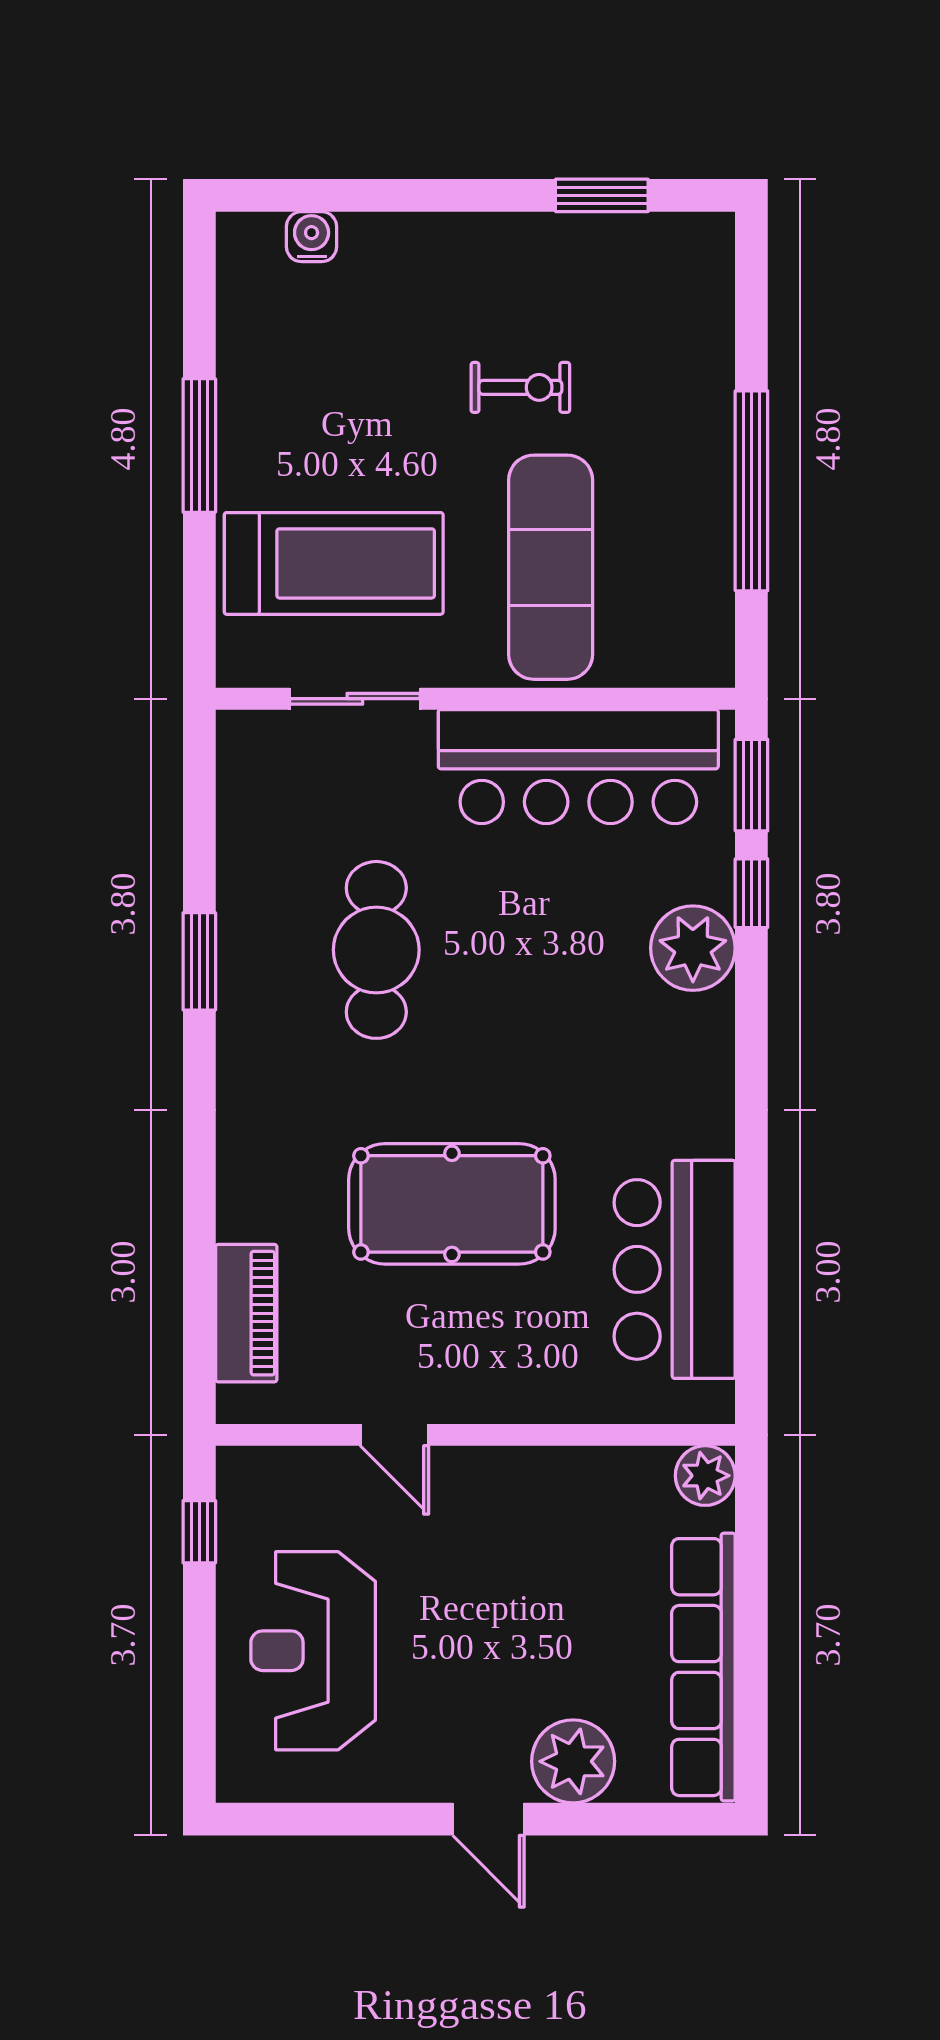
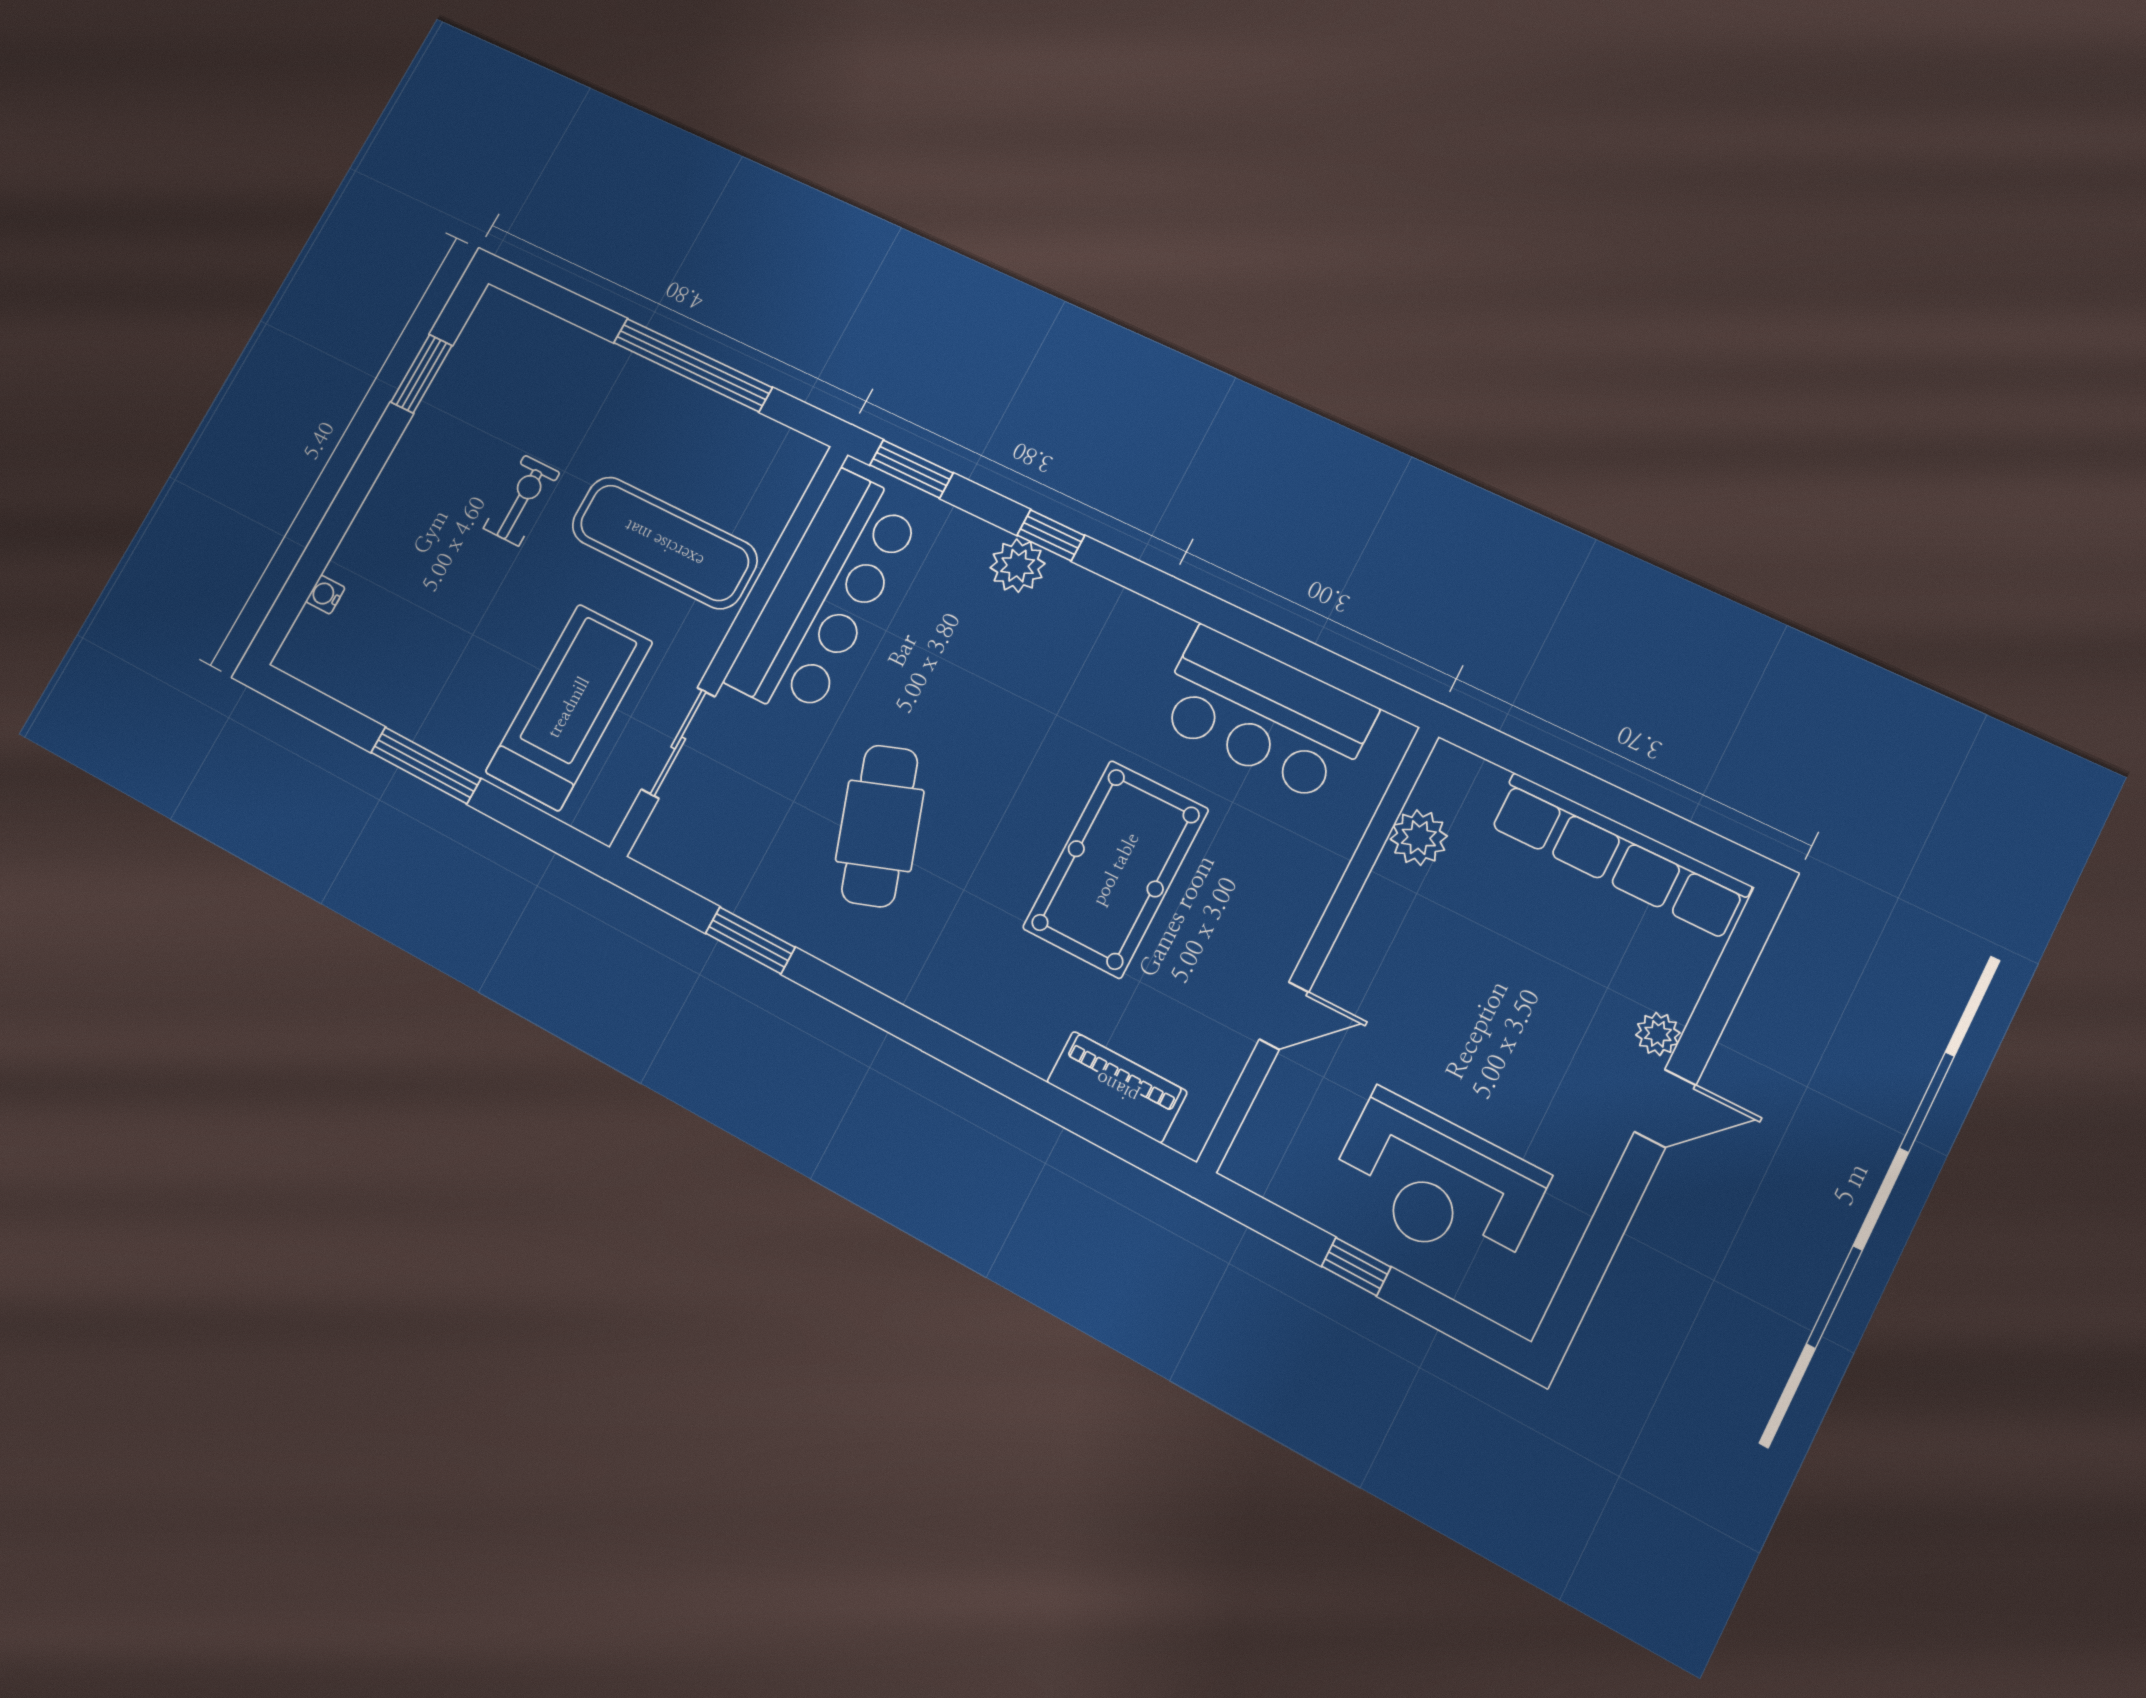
water cooler: (312, 237) -> (325, 595), width x0.72, depth x0.72
window: (751, 893) -> (1051, 535), moved
plant: (693, 948) -> (1018, 566), width x0.73, depth x0.73
cafe table: (376, 950) -> (880, 826), turned 71
window: (199, 961) -> (750, 940), moved
plant: (705, 1476) -> (1419, 838), moved
window: (199, 1532) -> (1356, 1267), moved
plant: (573, 1761) -> (1658, 1034), width x0.53, depth x0.53

